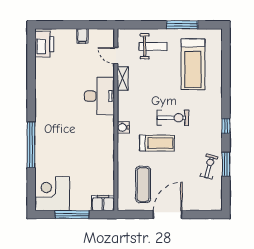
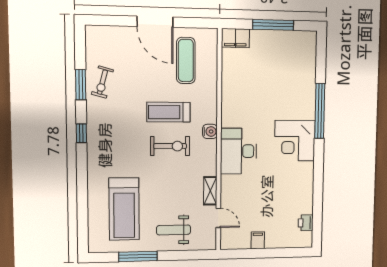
printer: (44, 44) -> (306, 223), width x0.53, depth x0.68
treadmill: (193, 64) -> (124, 209), turned 180
desk: (99, 96) -> (239, 151), moved
exercise bike: (173, 118) -> (170, 146), moved, turned 180
corner desk: (52, 194) -> (295, 141), moved, turned 90
door: (168, 215) -> (155, 22), hinge flipped

